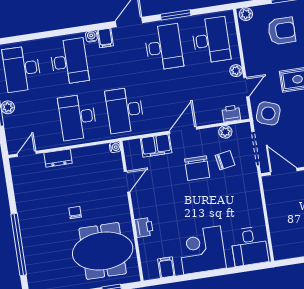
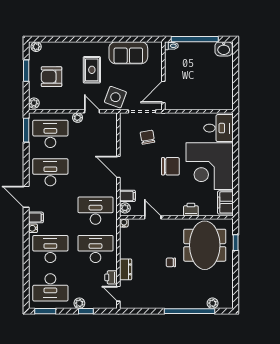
window: (176, 15) -> (26, 130), moved
armchair: (282, 31) -> (52, 77), turned -90
desk: (125, 110) -> (95, 211), turned 180
printer: (231, 113) -> (111, 277), moved
desk: (78, 117) -> (95, 249), turned 180
plant: (225, 132) -> (125, 208), moved
filing cabinet: (156, 146) -> (127, 196), width x0.50
chair: (197, 168) -> (170, 166), moved
corner desk: (202, 250) -> (210, 166), width x1.36, depth x1.36
filing cabinet: (166, 267) -> (225, 202), width x2.00
plant: (33, 271) -> (213, 303), added

